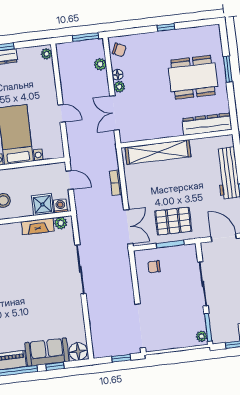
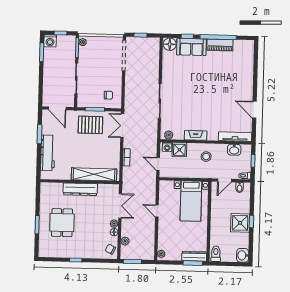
dining table: (193, 77) -> (62, 223), width x0.73
dresser: (207, 124) -> (80, 189), moved
fireplace: (38, 226) -> (196, 135), moved

